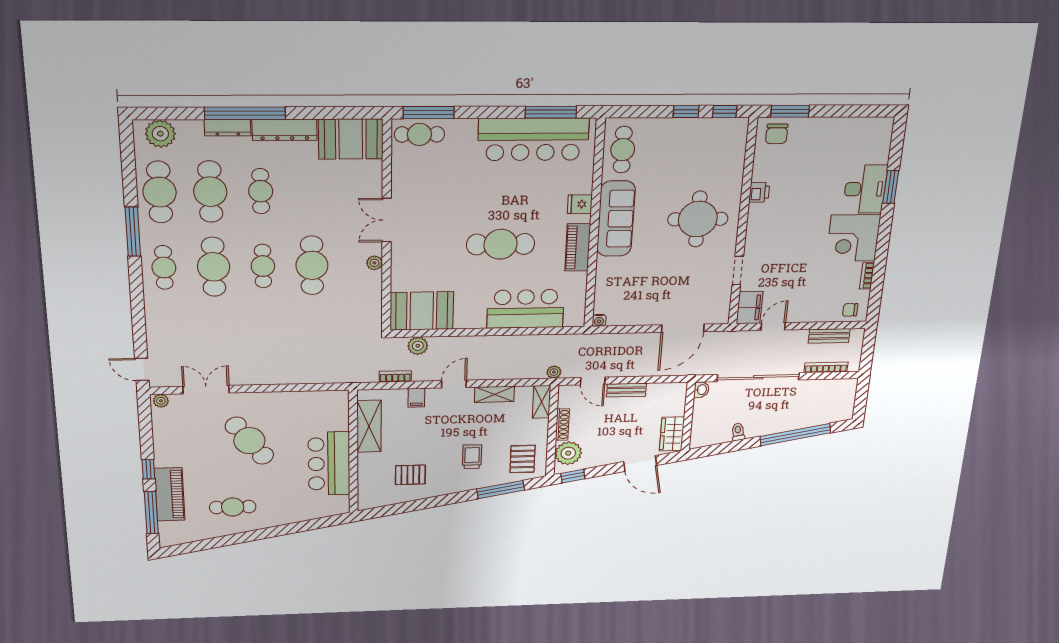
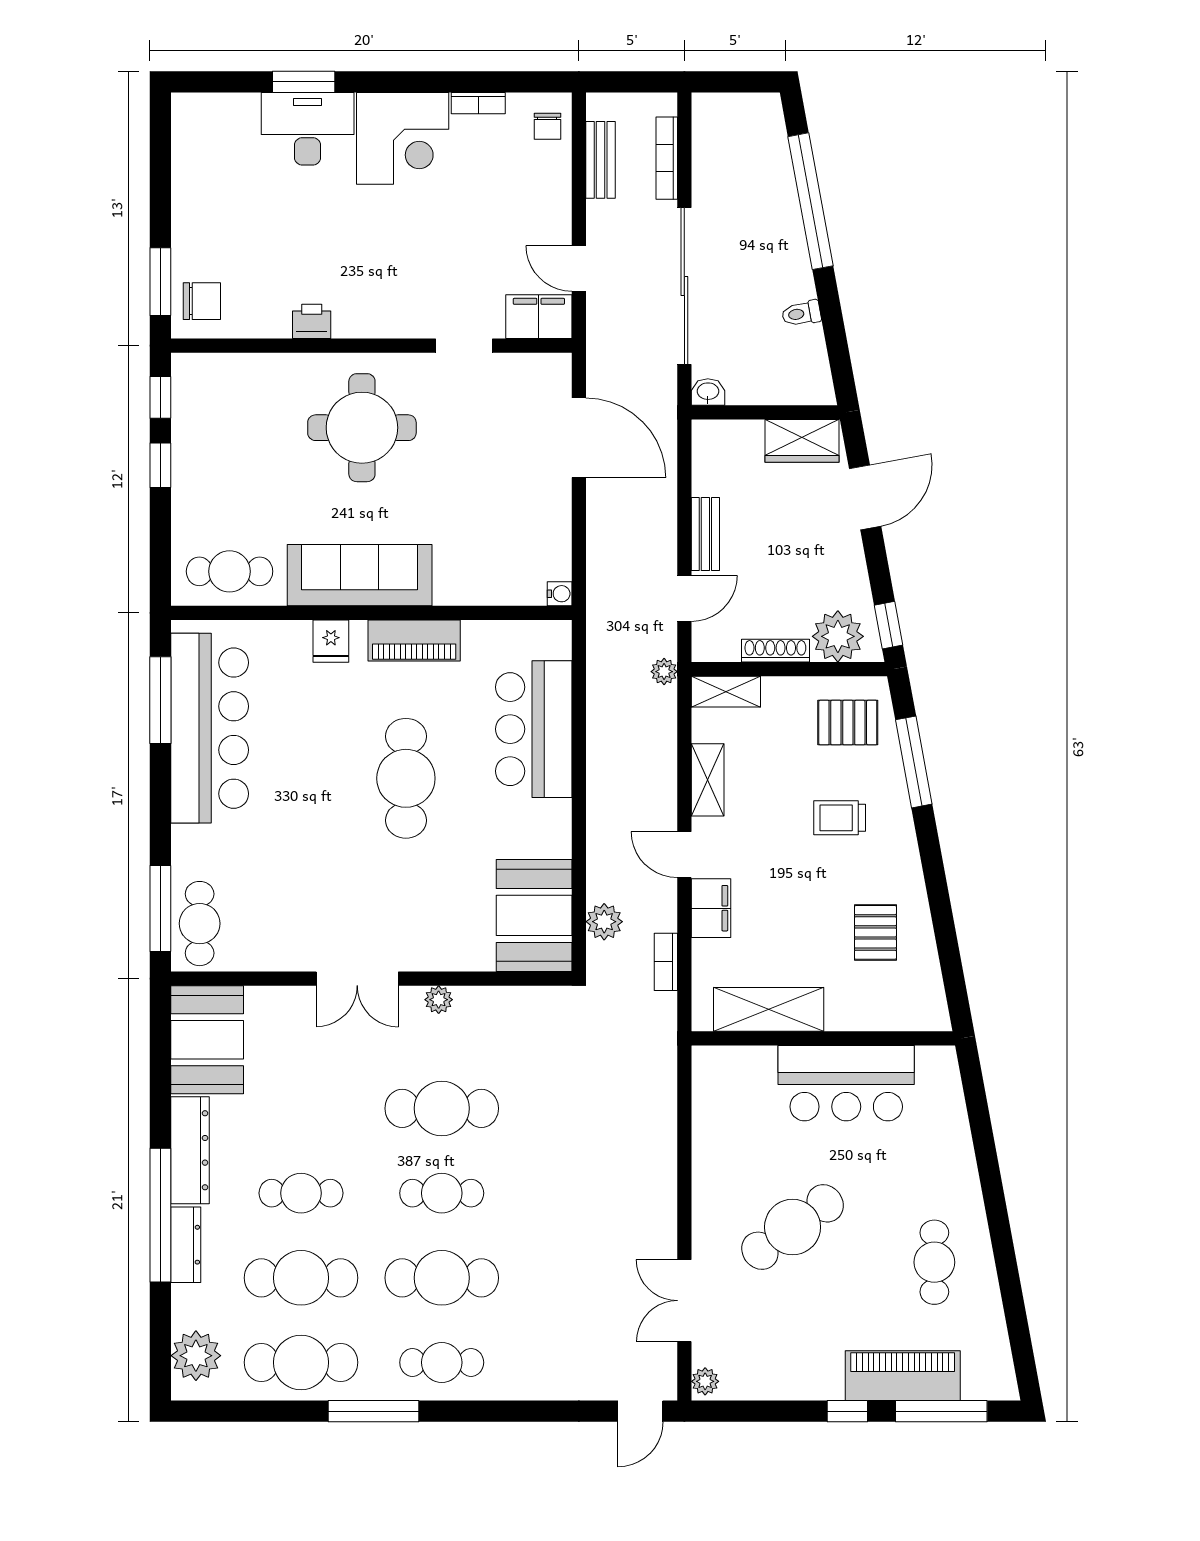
filing cabinet: (416, 398) -> (711, 908), width x2.00

